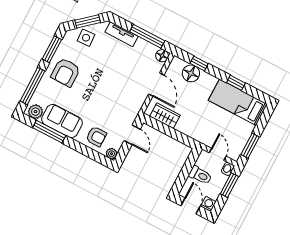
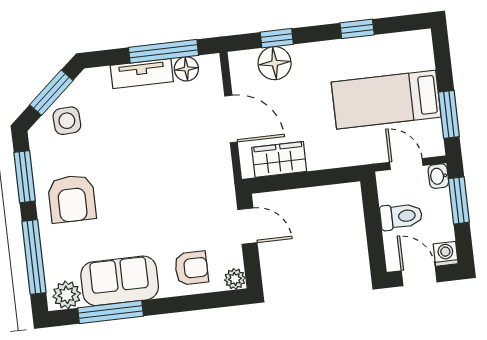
tv unit: (122, 34) -> (142, 74), moved
floor lamp: (162, 56) -> (186, 69), moved
bed: (238, 102) -> (386, 100), moved

